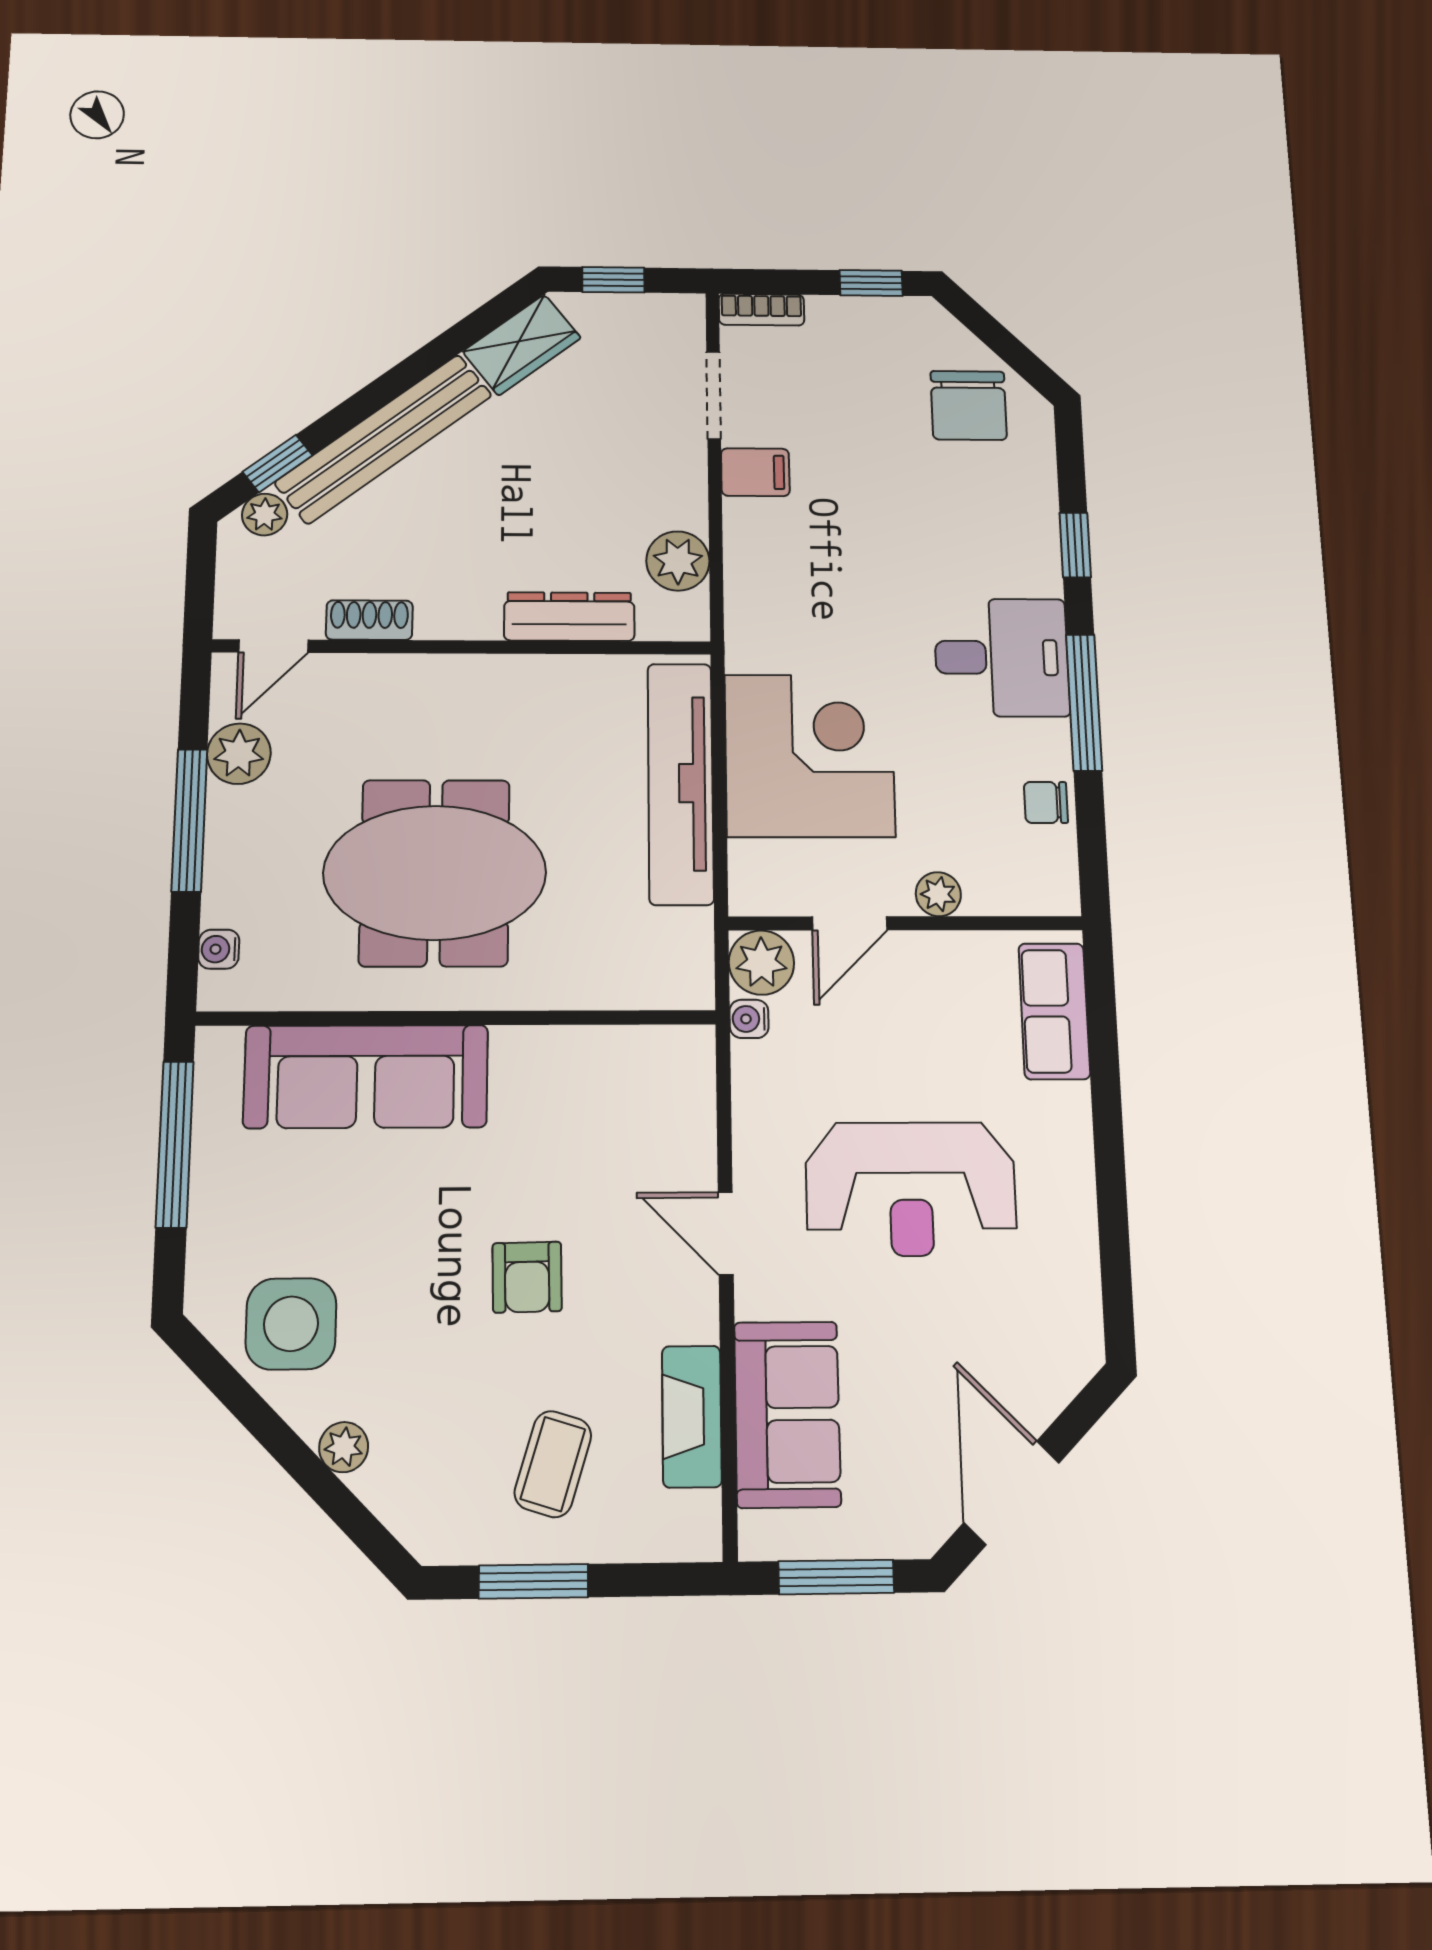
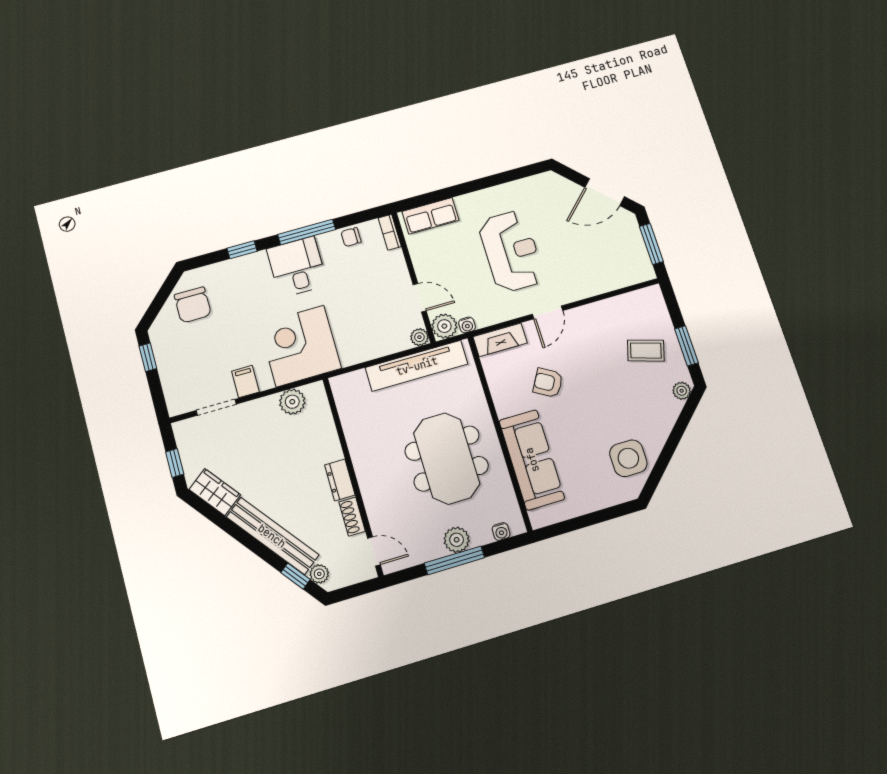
bookcase: (761, 310) -> (390, 232), moved, turned 180
chair: (969, 405) -> (193, 305), turned 90
dresser: (569, 617) -> (340, 480), moved, width x0.70
plant: (239, 754) -> (457, 540), moved
corner desk: (809, 755) -> (300, 346), moved
tv unit: (681, 783) -> (417, 366), moved
chair: (1046, 802) -> (351, 237), turned 90
plant: (938, 894) -> (419, 337), moved
window: (175, 1144) -> (578, 523), removed
armchair: (527, 1277) -> (548, 383), moved, turned -149
sofa: (787, 1414) -> (603, 274), removed
fireplace: (692, 1416) -> (500, 340), moved
plant: (344, 1447) -> (682, 391), moved

